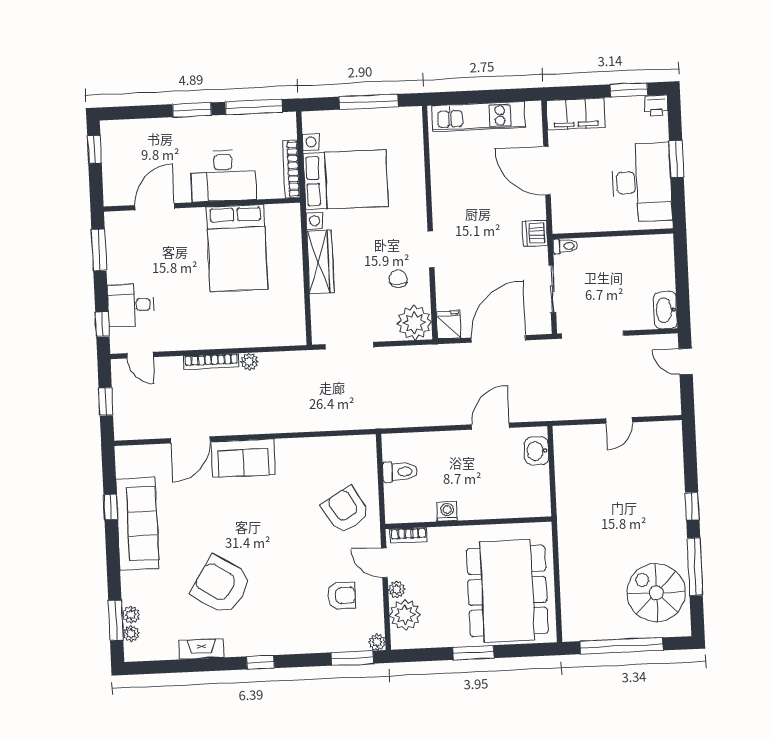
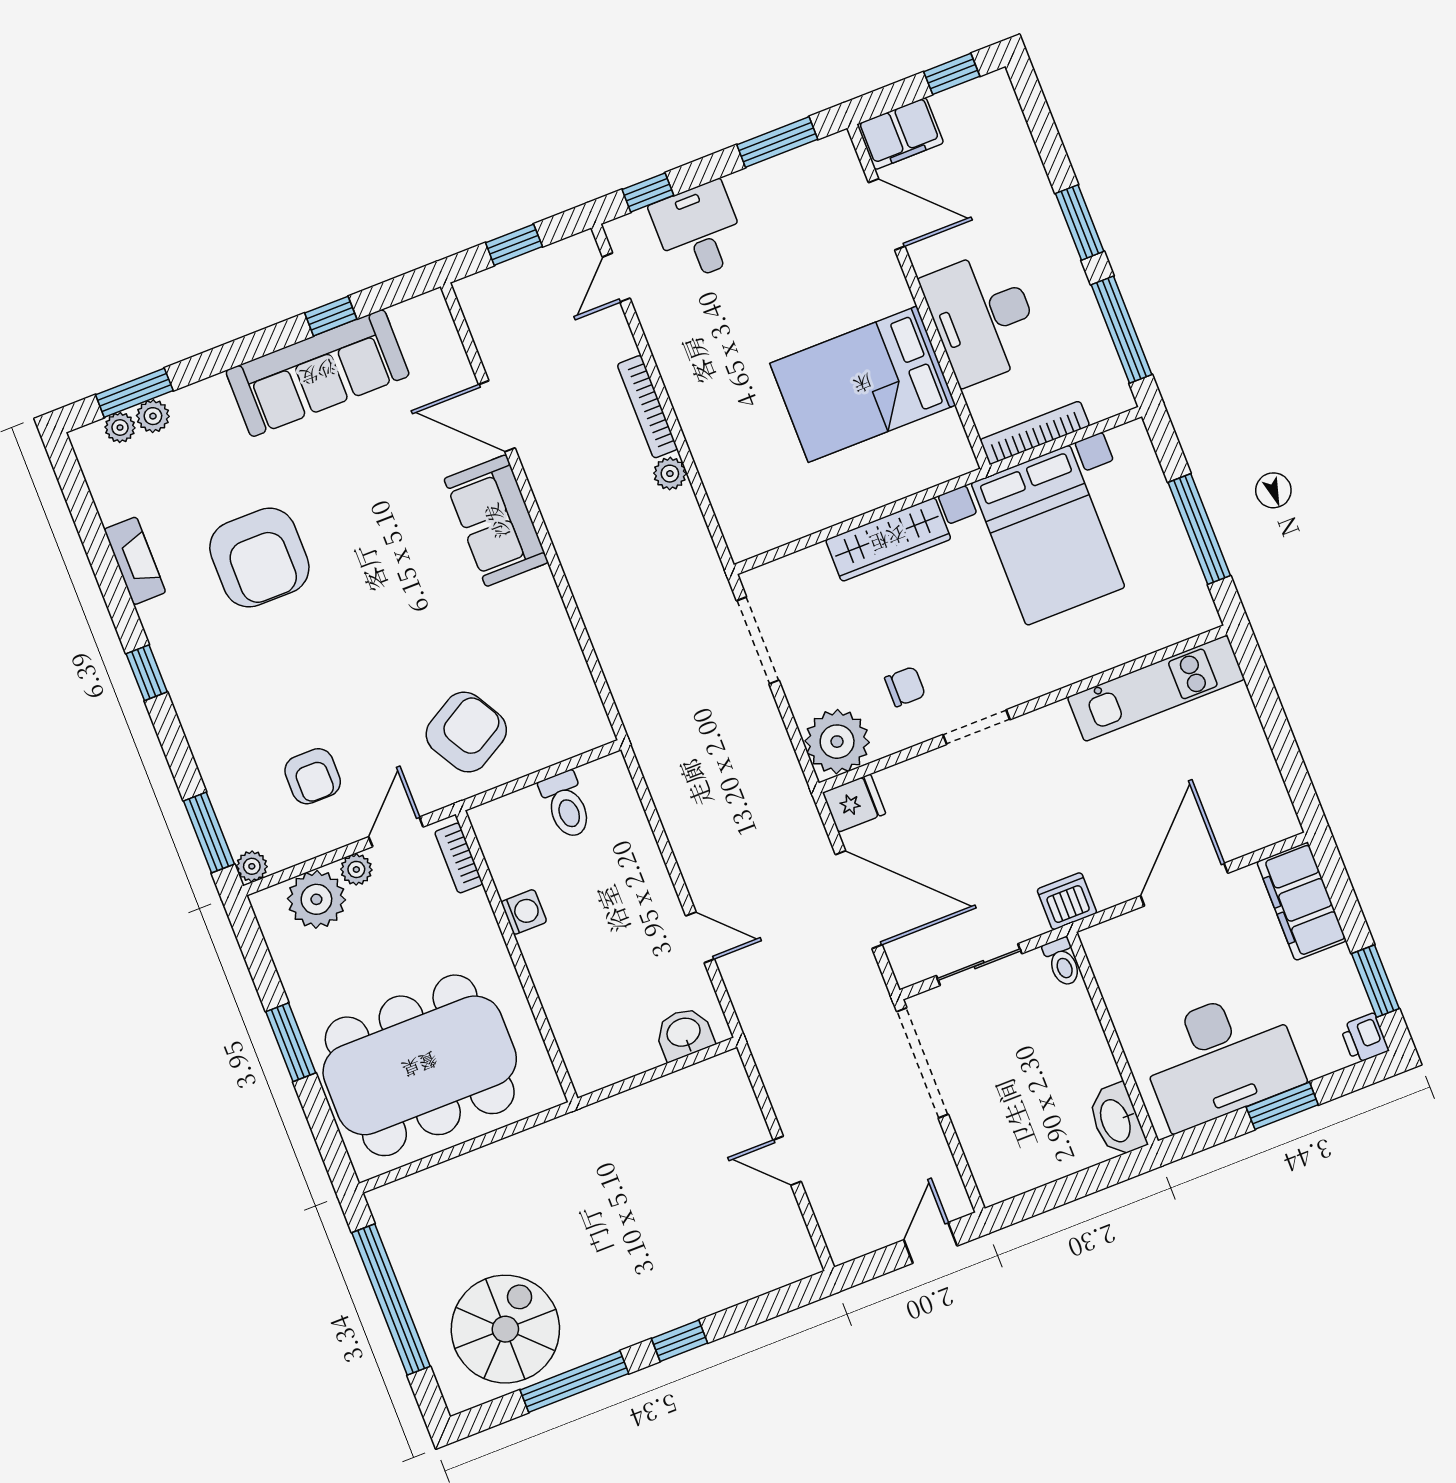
kitchen unit: (479, 116) -> (1156, 688), moved, turned -90
filing cabinet: (116, 186) -> (900, 134), added
washbasin: (665, 310) -> (1116, 1120), moved, turned -90
door: (490, 426) -> (700, 937), width x0.73
armchair: (221, 585) -> (259, 558), turned 148

